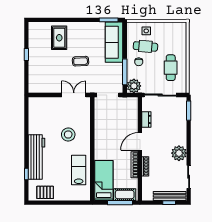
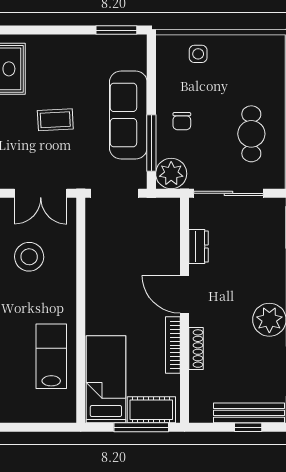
sofa: (114, 42) -> (128, 115), moved
cafe table: (145, 46) -> (196, 88), removed
double door: (74, 95) -> (41, 193), swing flipped
stool: (68, 134) -> (29, 257), moved
door: (140, 141) -> (184, 294), hinge flipped

